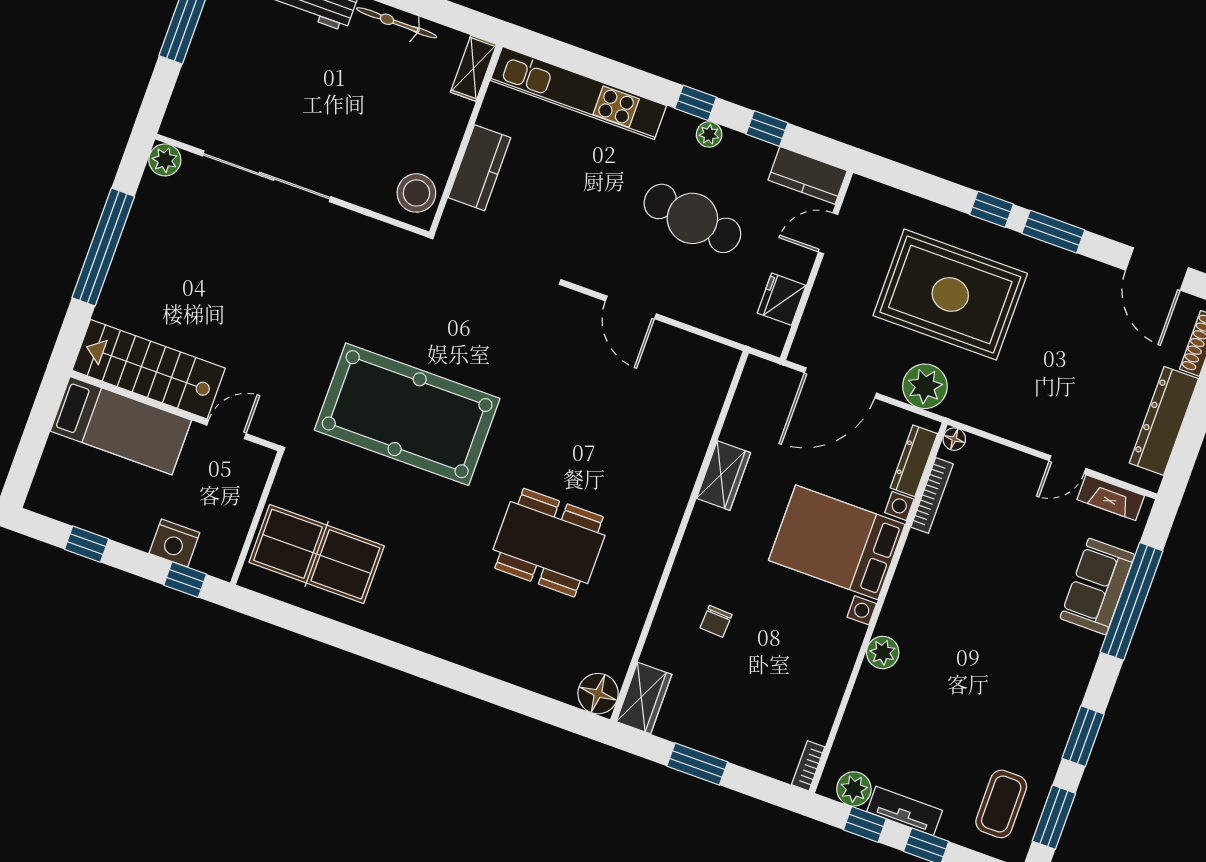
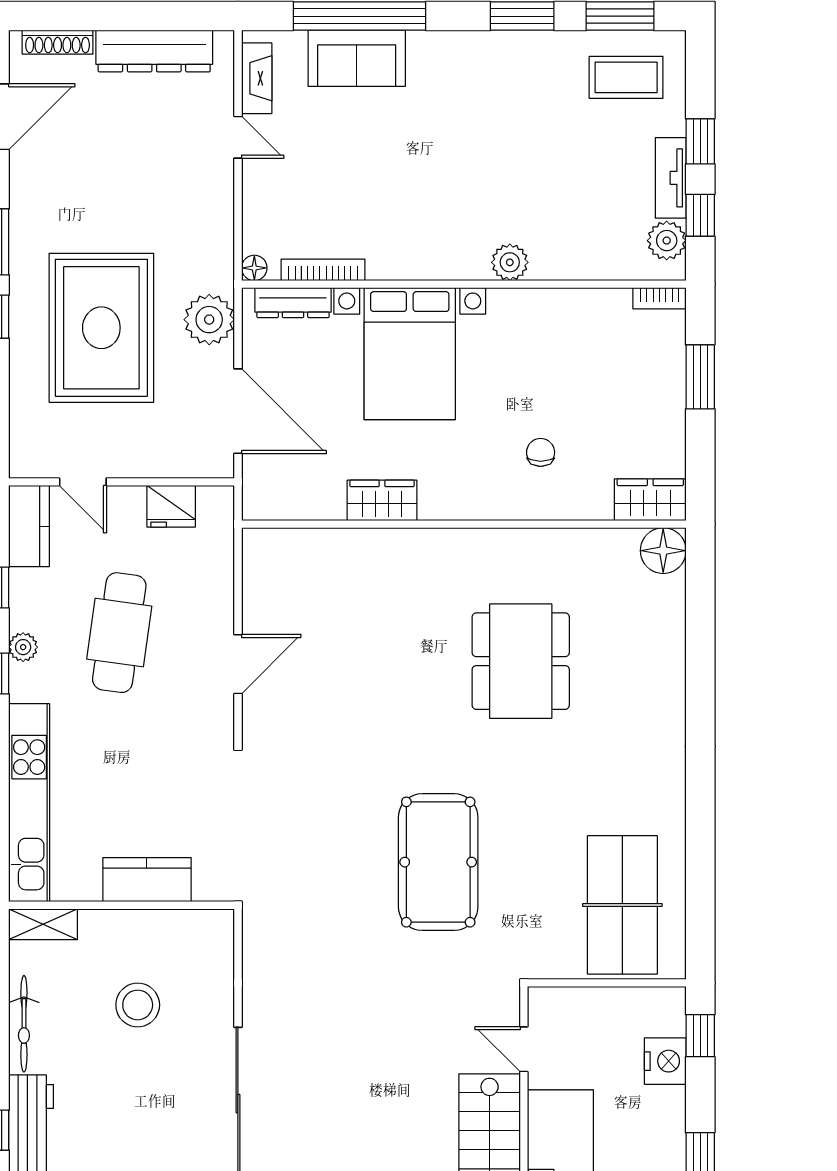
stool: (416, 193) -> (138, 1005), moved
pool table: (407, 414) -> (438, 862), width x0.73, depth x0.76
chair: (716, 621) -> (541, 452), turned -93
window: (697, 764) -> (700, 377), moved

